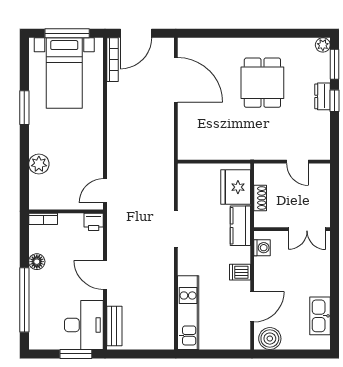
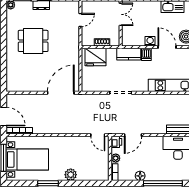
door: (176, 80) -> (61, 93), moved
plant: (39, 164) -> (71, 175), moved
plant: (66, 221) -> (116, 158), added
kitchen counter: (240, 226) -> (129, 54), moved
washing machine: (262, 248) -> (150, 41), moved
door: (105, 275) -> (133, 135), moved

